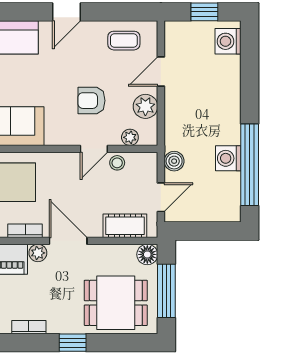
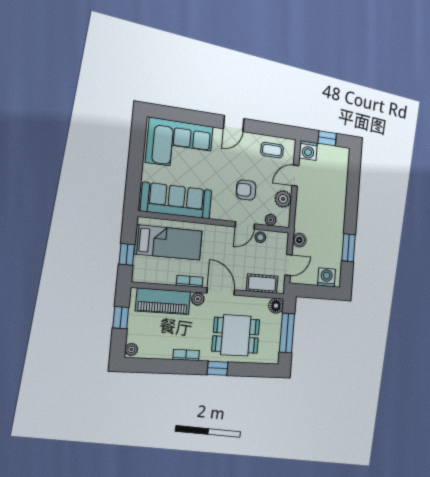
washing machine: (228, 41) -> (308, 151), moved, turned -90
washing machine: (228, 158) -> (326, 277), moved, turned 90
window: (250, 165) -> (349, 248), width x0.47
dining table: (116, 303) -> (236, 335), moved

